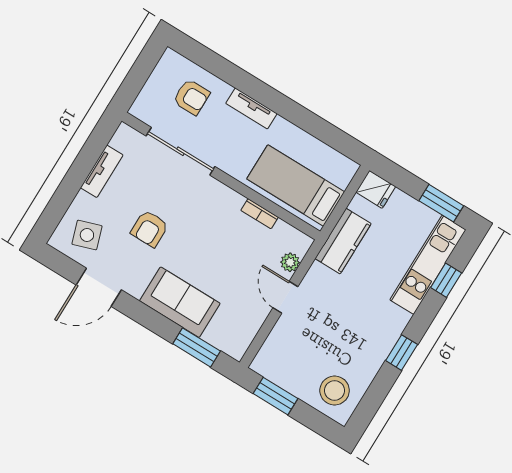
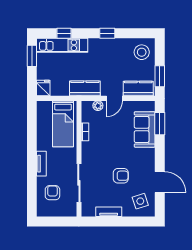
kitchen counter: (343, 241) -> (85, 88), moved
sofa: (180, 302) -> (145, 129), moved
kitchen counter: (277, 347) -> (138, 89), added

